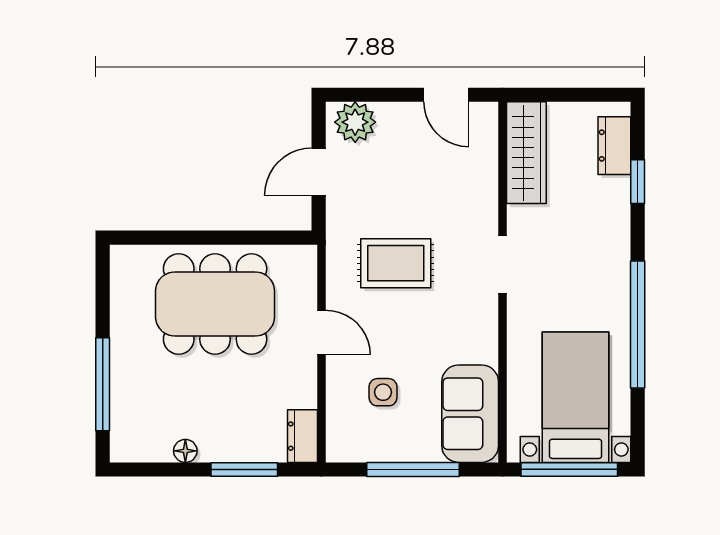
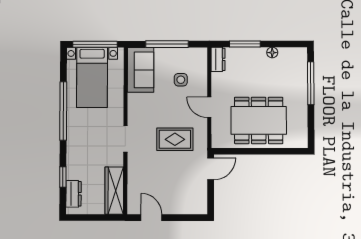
plant: (355, 122) -> (194, 205), removed
door: (319, 172) -> (211, 169), moved

